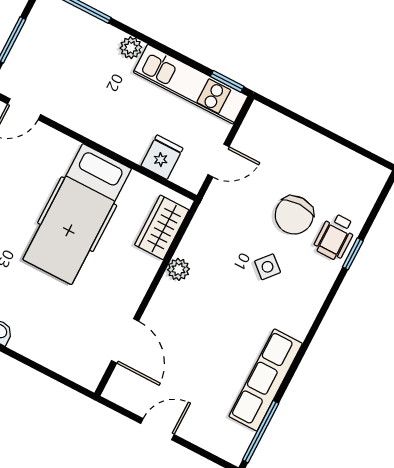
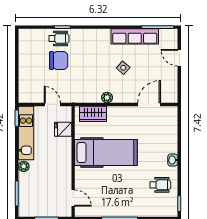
side table: (268, 267) -> (123, 68), moved
door: (157, 429) -> (179, 58), moved

